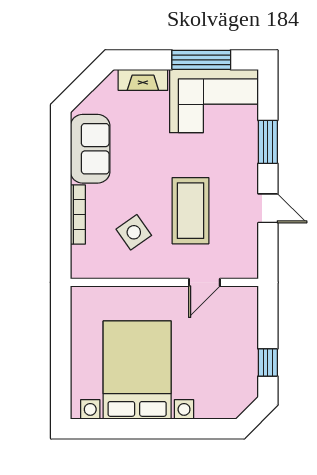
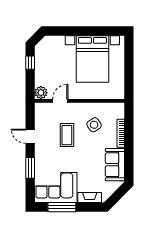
coffee table: (191, 211) -> (67, 135), width x0.73, depth x0.76
plant: (245, 300) -> (41, 93), added

